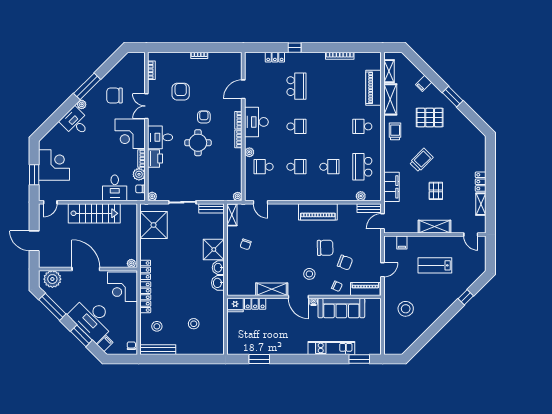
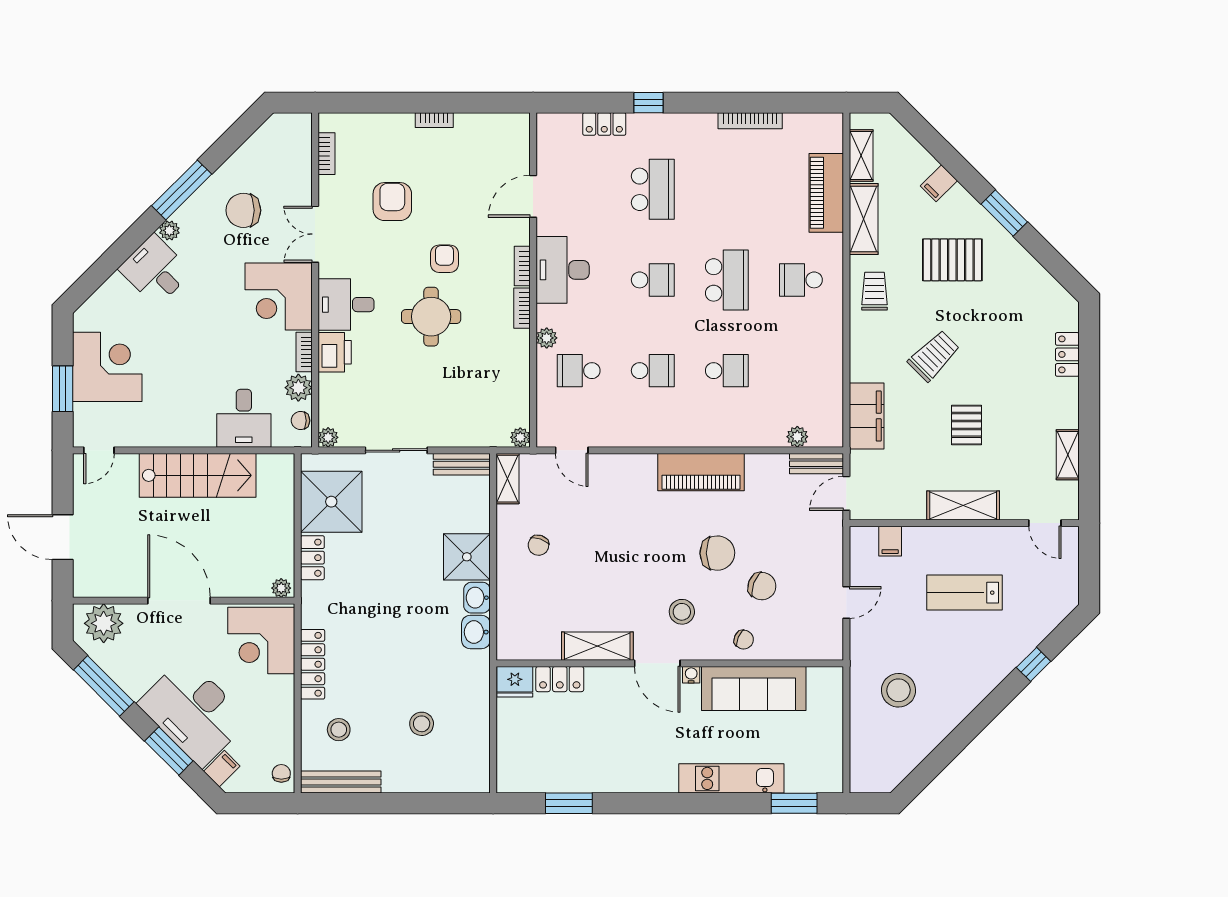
school desk: (362, 167) -> (727, 280), moved, turned 180
locker: (481, 182) -> (1067, 354), moved
locker: (145, 270) -> (312, 558), moved
piano: (365, 289) -> (807, 646), removed

